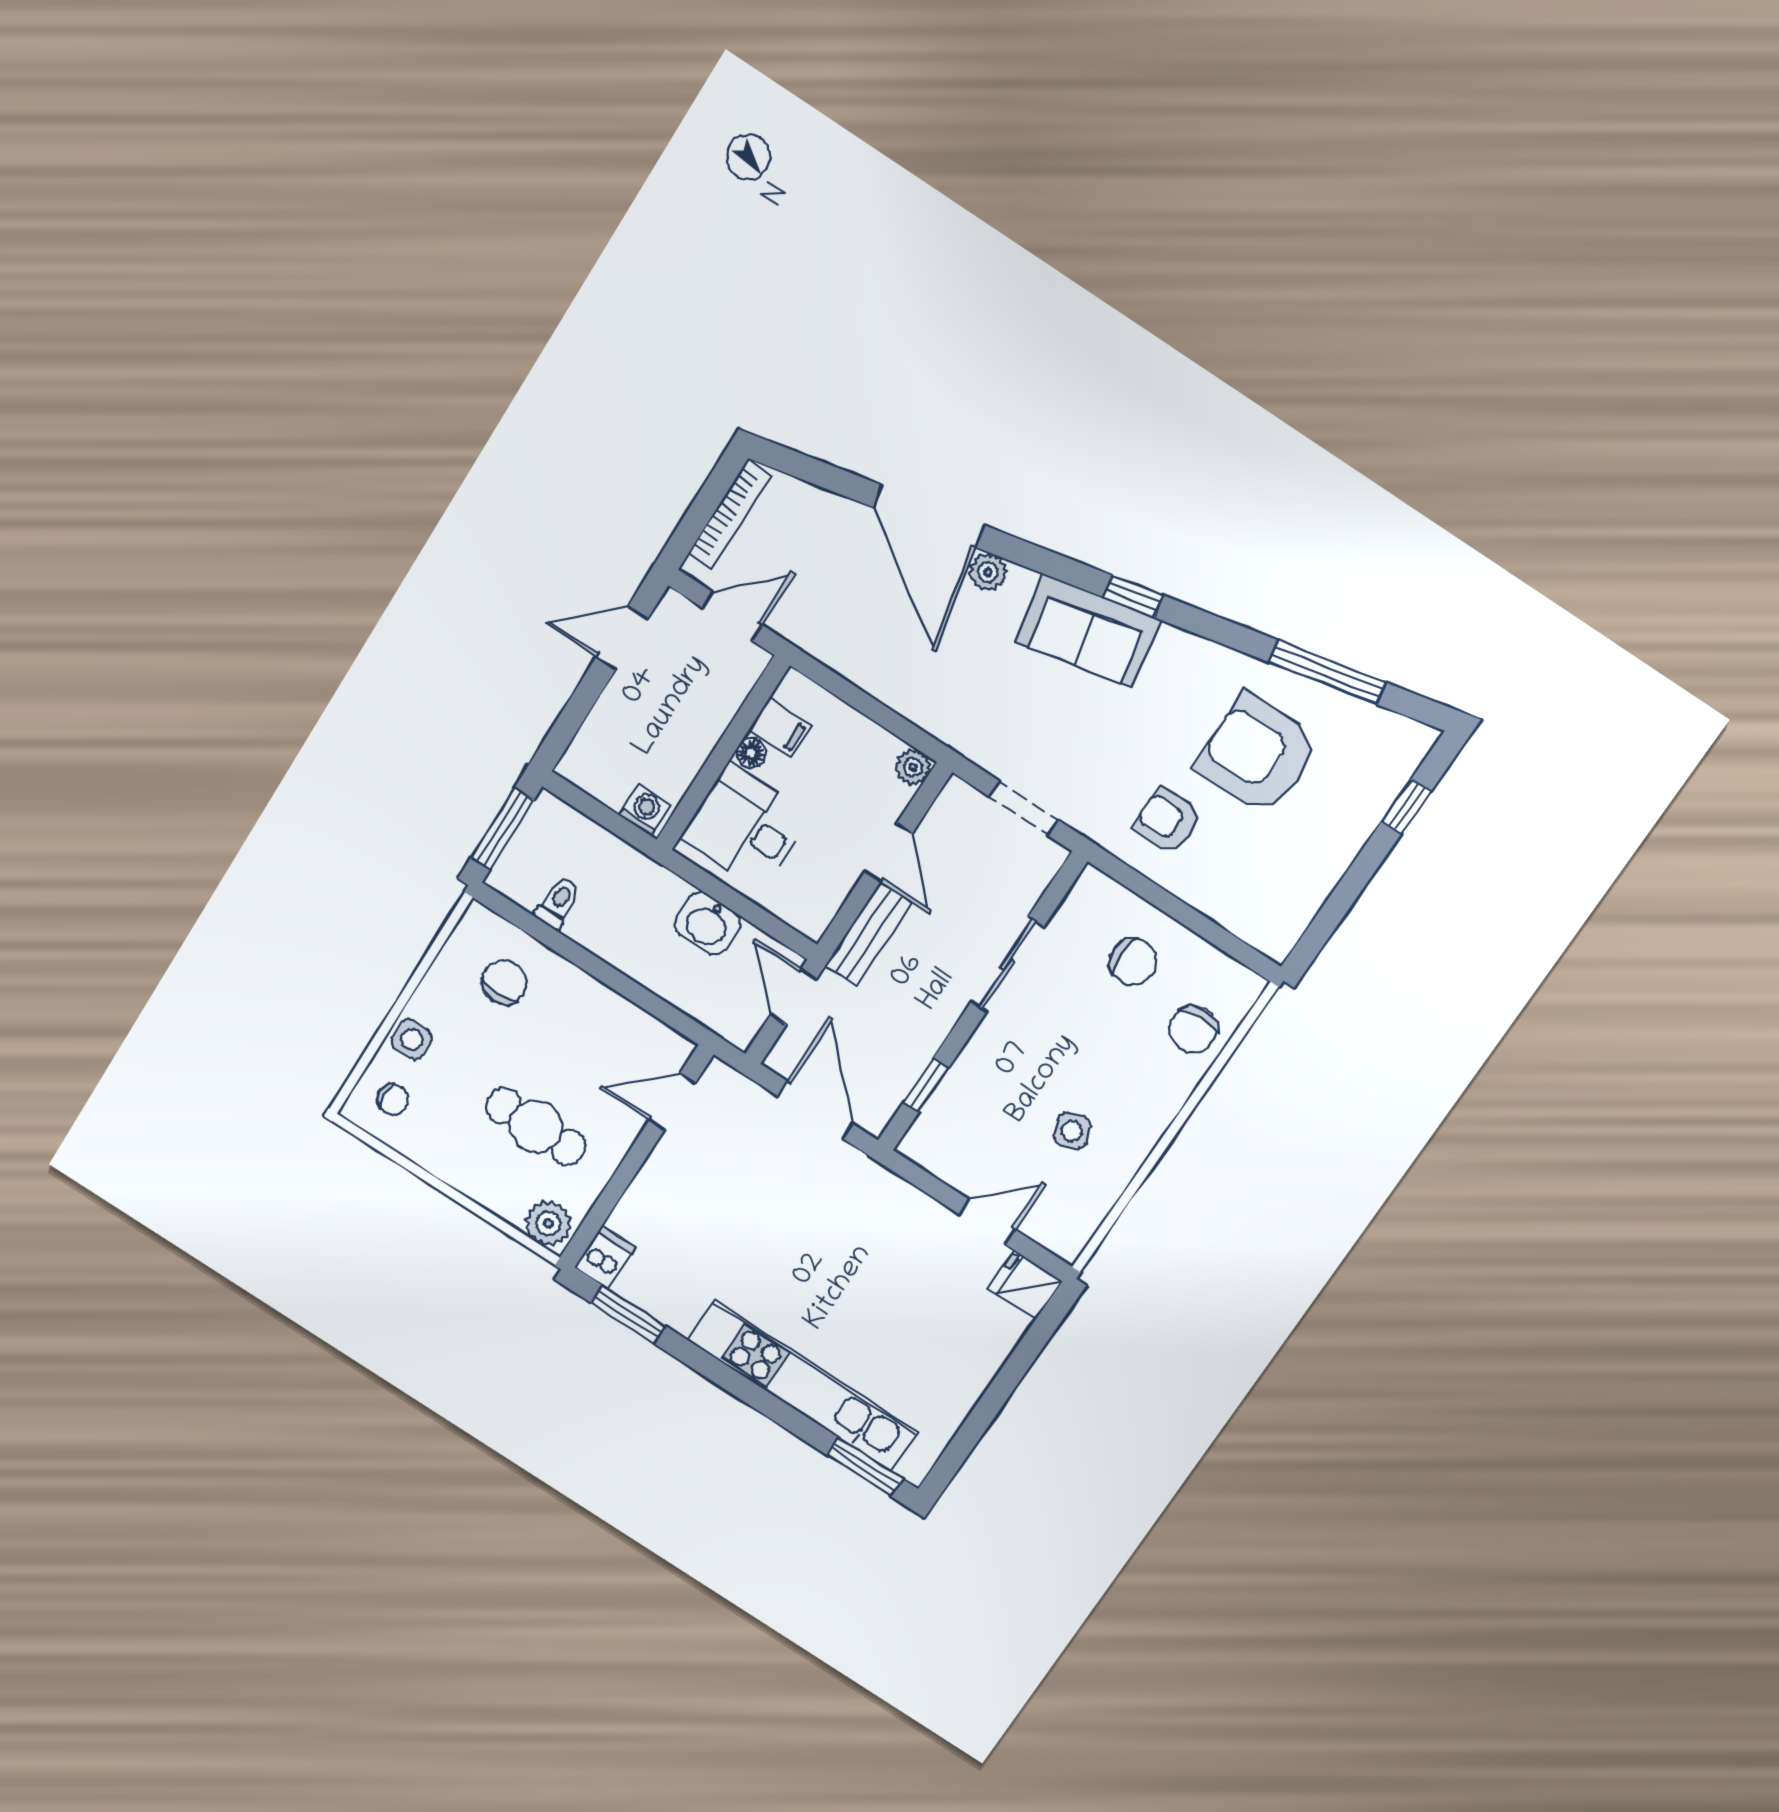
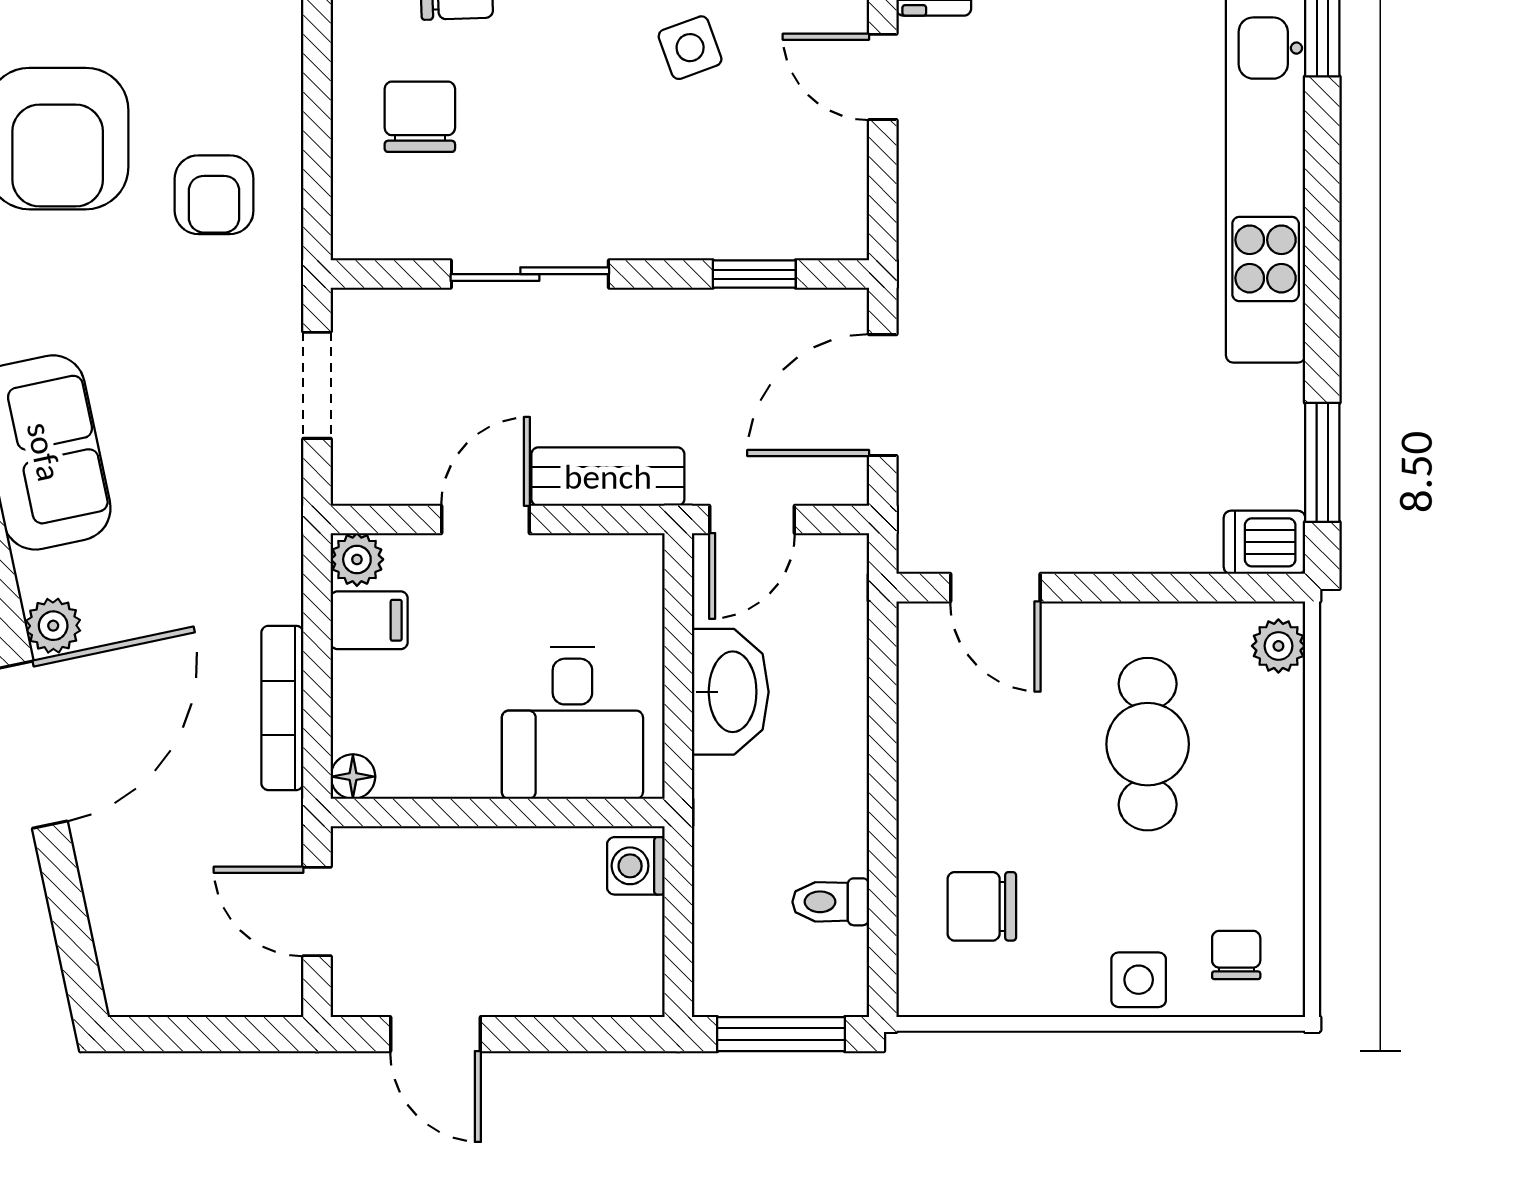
bookcase: (729, 514) -> (282, 708), moved, turned -90
filing cabinet: (780, 728) -> (369, 620), moved, turned 90
floor lamp: (751, 753) -> (353, 777), moved
washbasin: (707, 924) -> (730, 692), width x1.38
plant: (548, 1223) -> (1278, 646), width x0.73, depth x0.73

